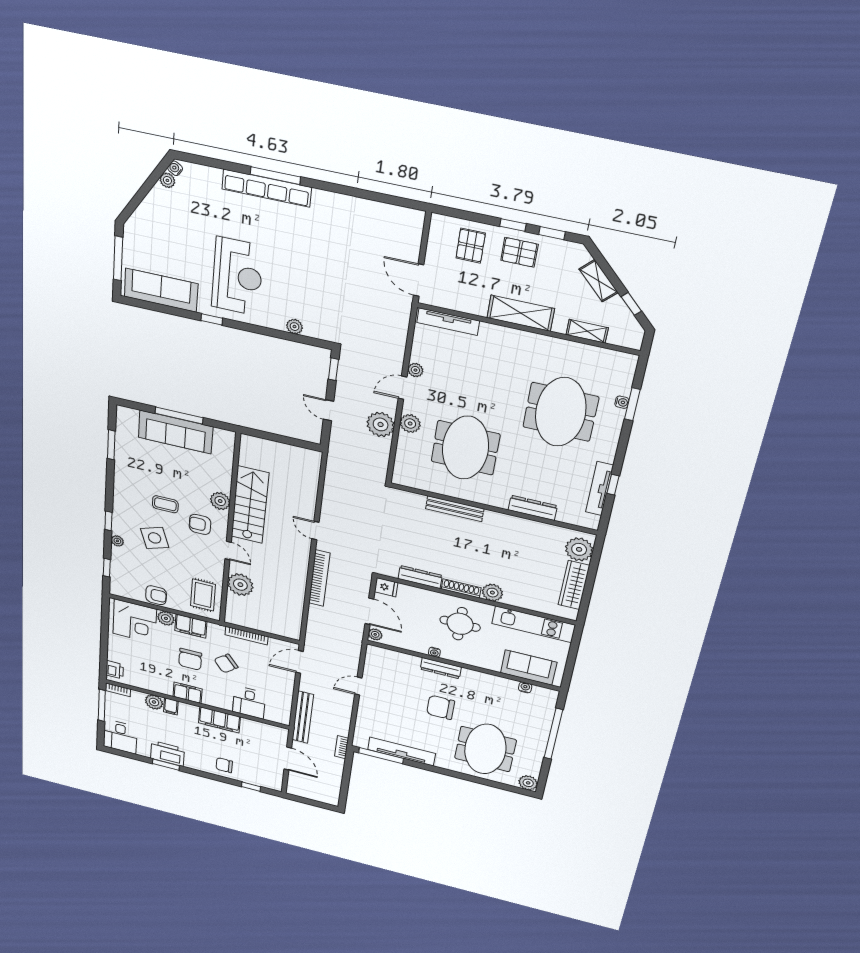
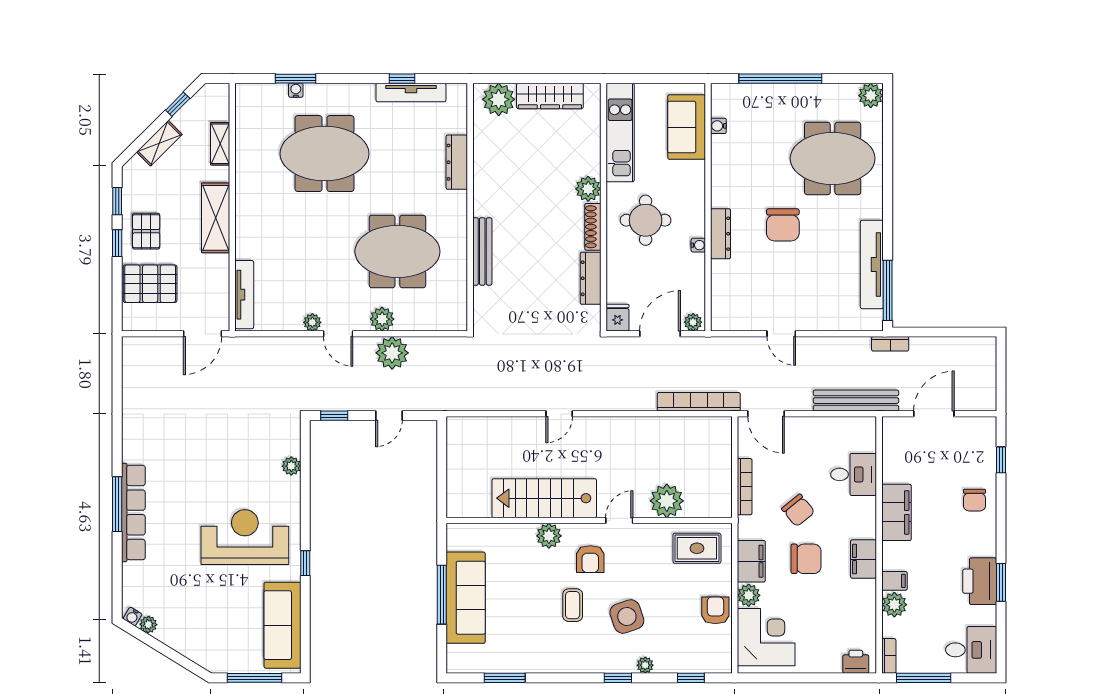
pallet: (471, 246) -> (150, 284), width x1.50, depth x1.42
bookcase: (319, 578) -> (699, 402), moved

